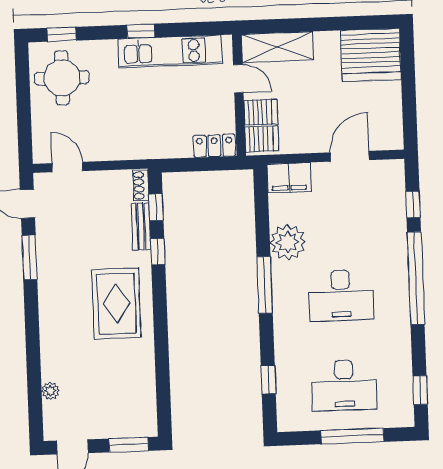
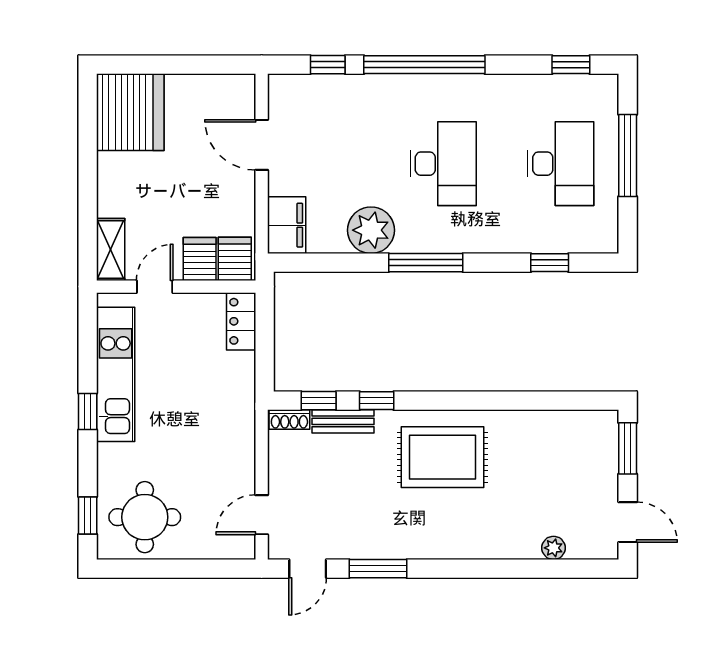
shelving: (277, 47) -> (111, 249), width x0.67, depth x0.75

